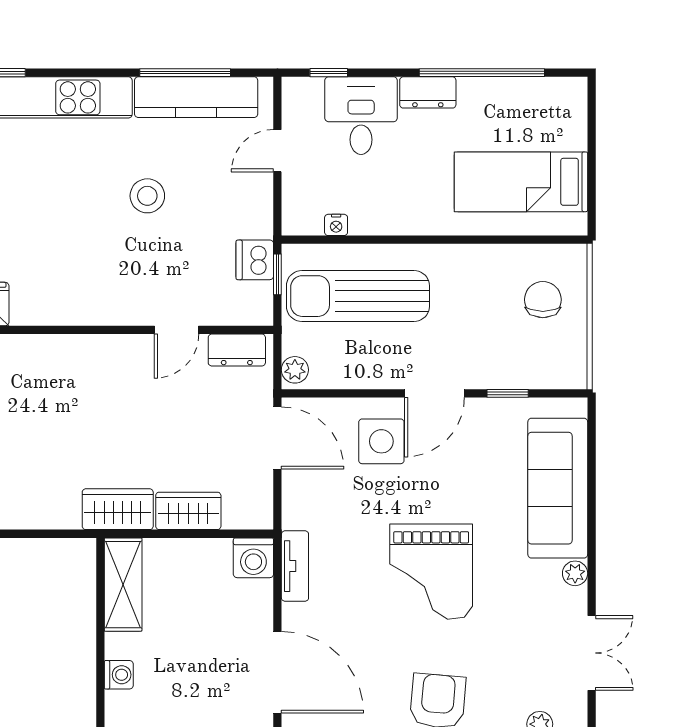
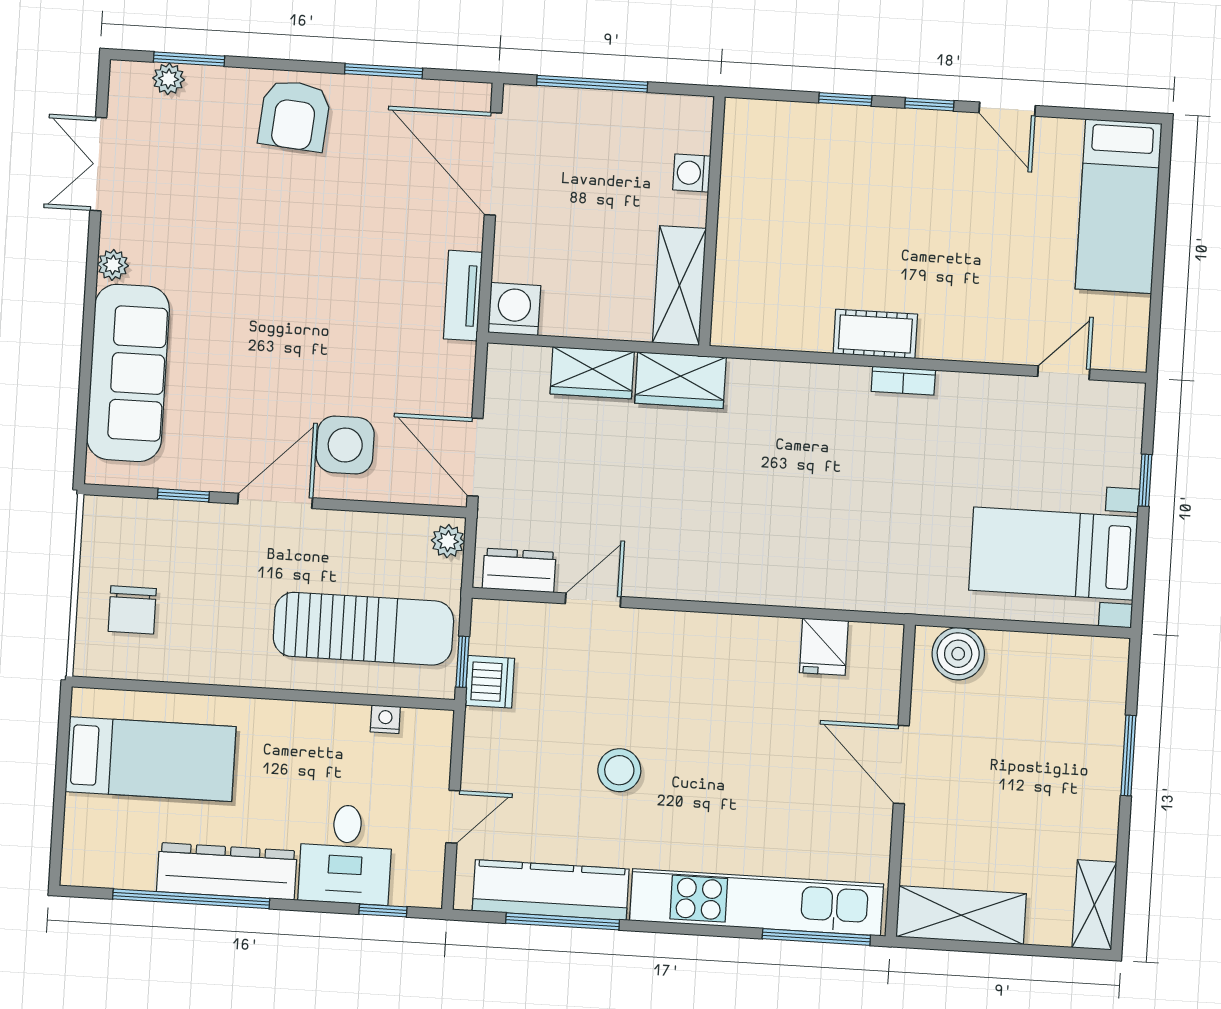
dresser: (428, 92) -> (227, 871), width x1.96, depth x1.24
grand piano: (431, 572) -> (293, 278), removed

